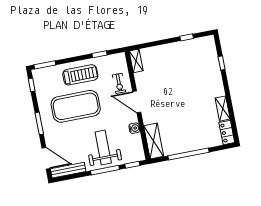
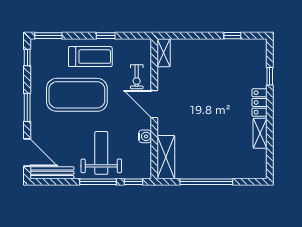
window: (99, 54) -> (106, 36), moved
locker: (227, 132) -> (259, 102), moved

